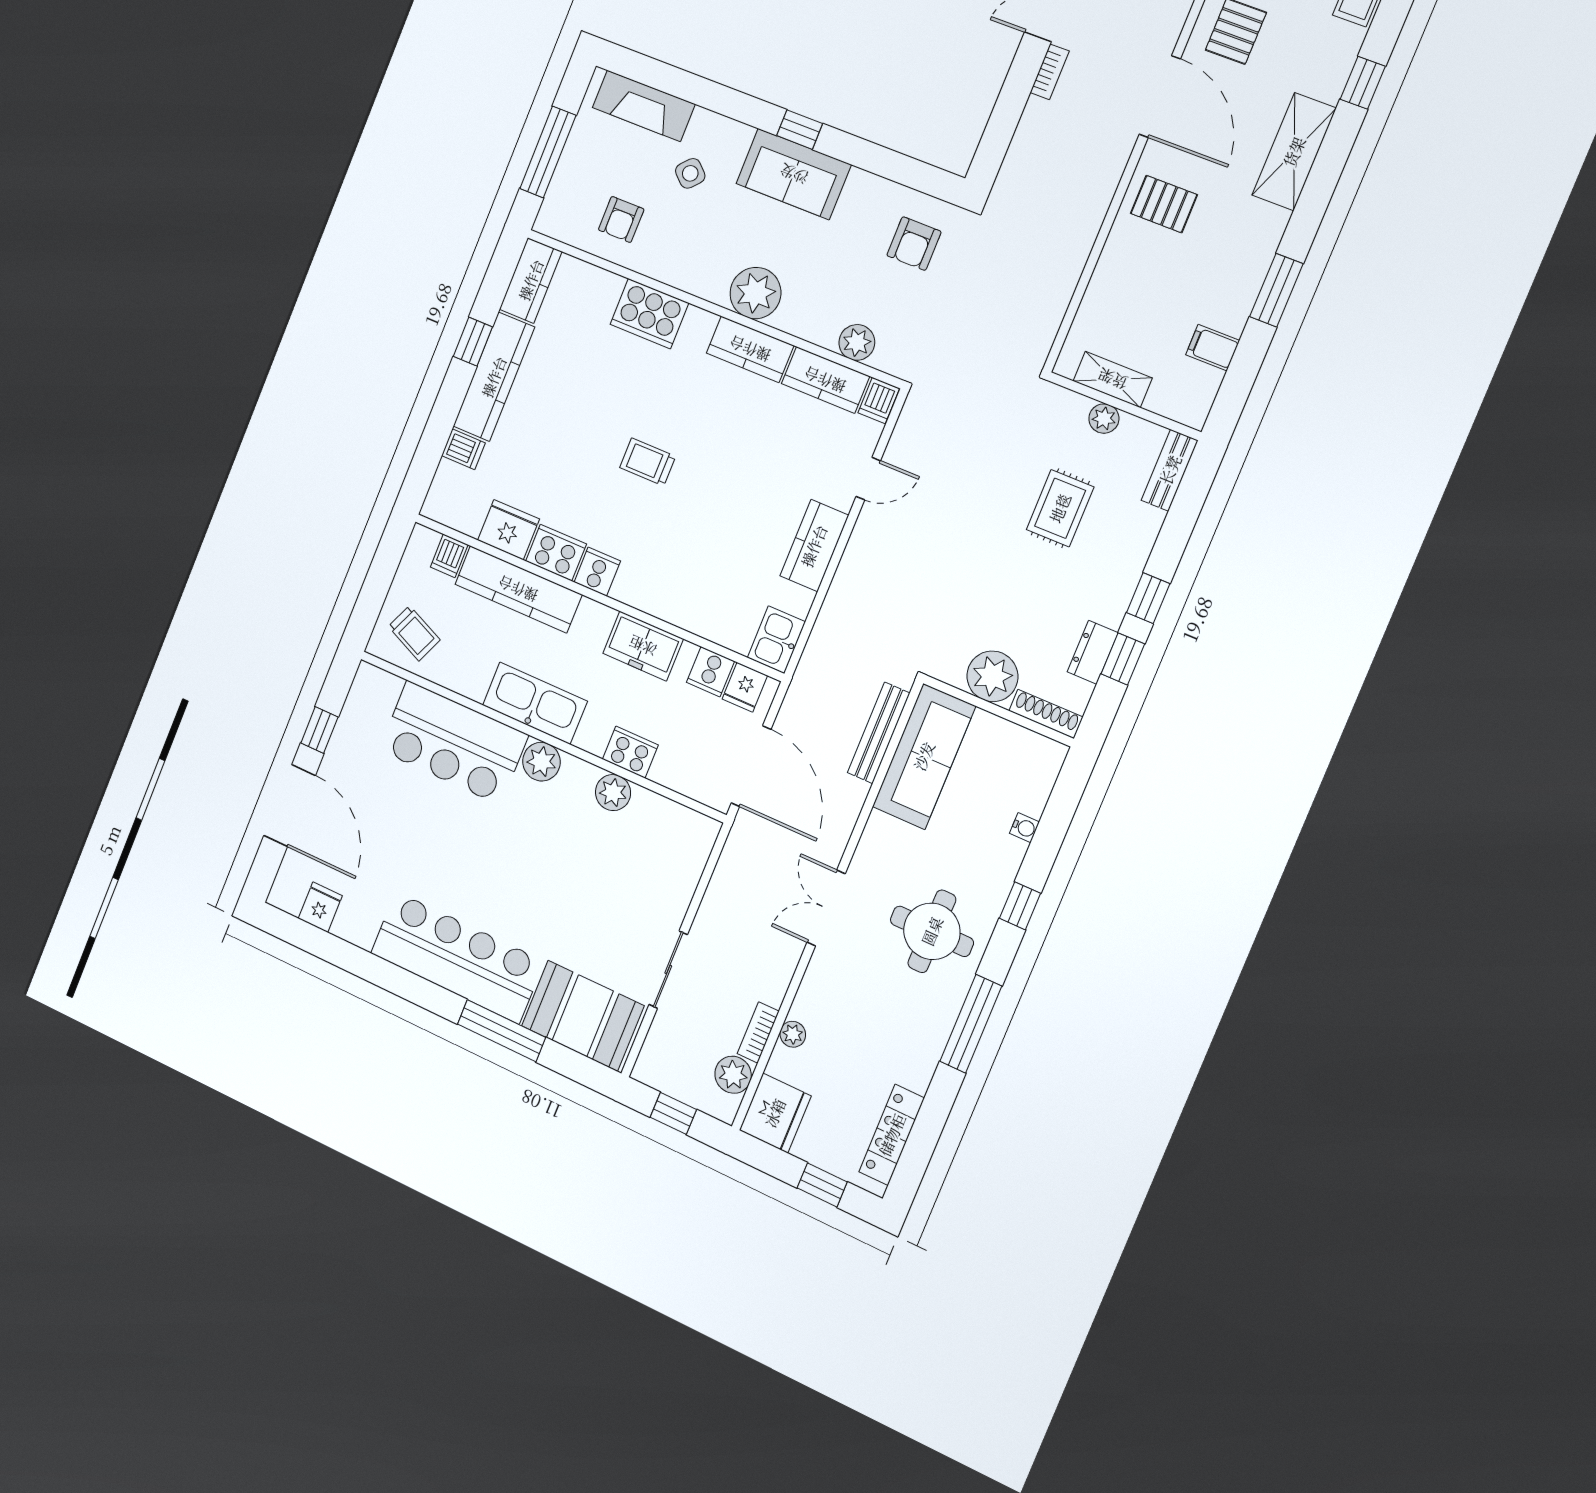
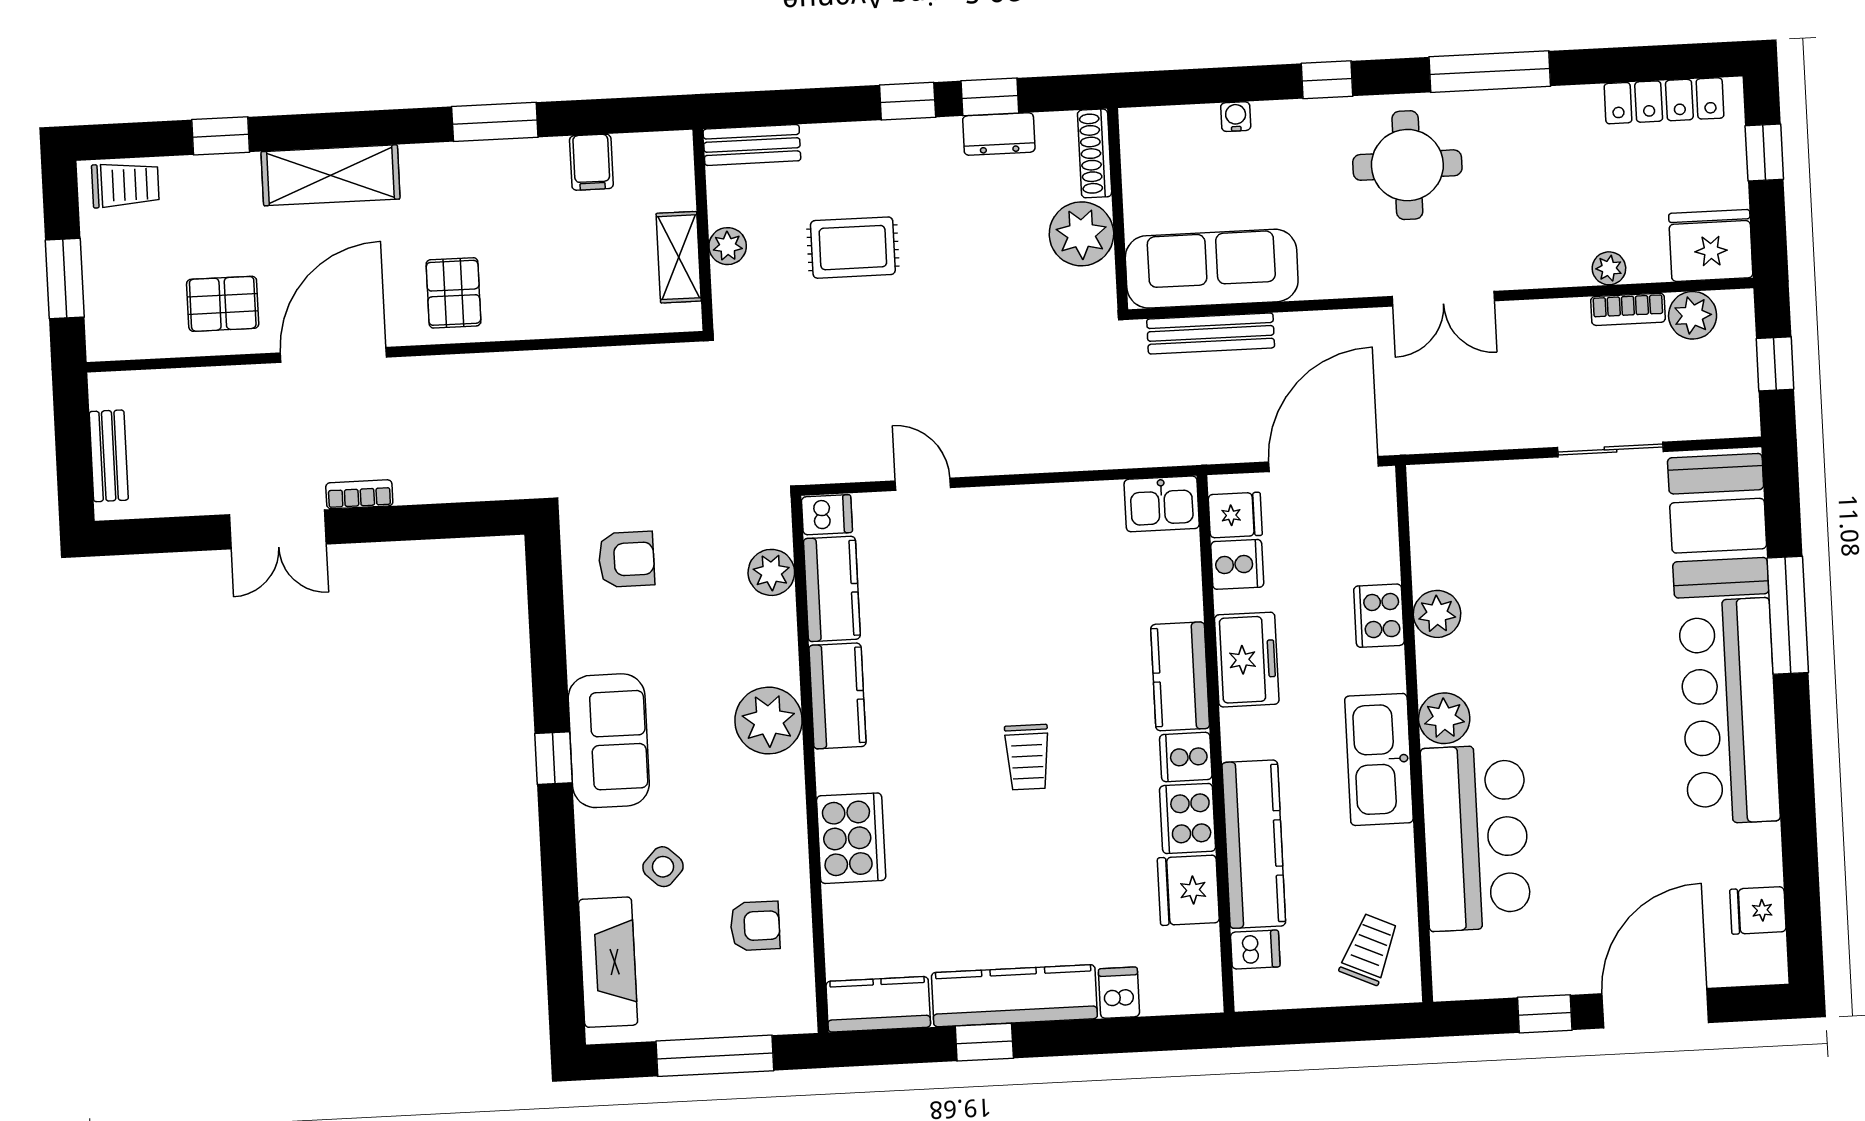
kitchen counter: (814, 546) -> (1180, 676), moved, turned 90

